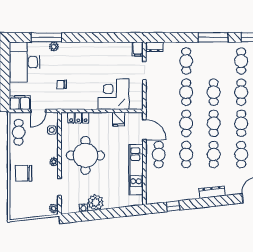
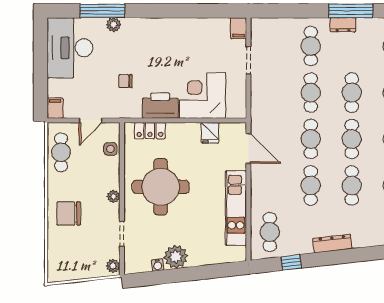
dresser: (154, 47) -> (343, 25), moved
printer: (85, 101) -> (160, 106), added
filing cabinet: (20, 103) -> (55, 108), width x0.50
cafe table: (159, 155) -> (270, 232), moved
dresser: (212, 192) -> (332, 244), moved

